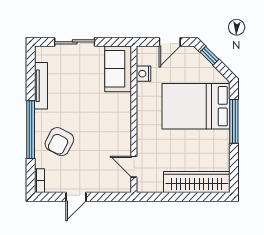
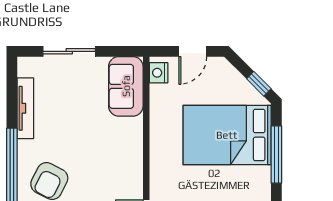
window: (209, 56) -> (259, 84), moved
nightstand: (143, 74) -> (159, 73), moved

